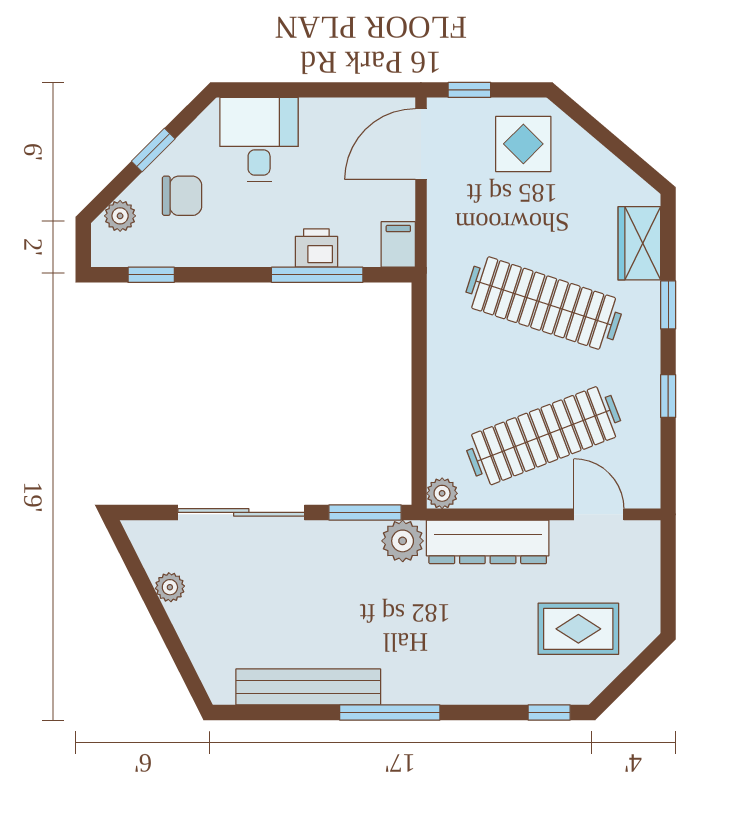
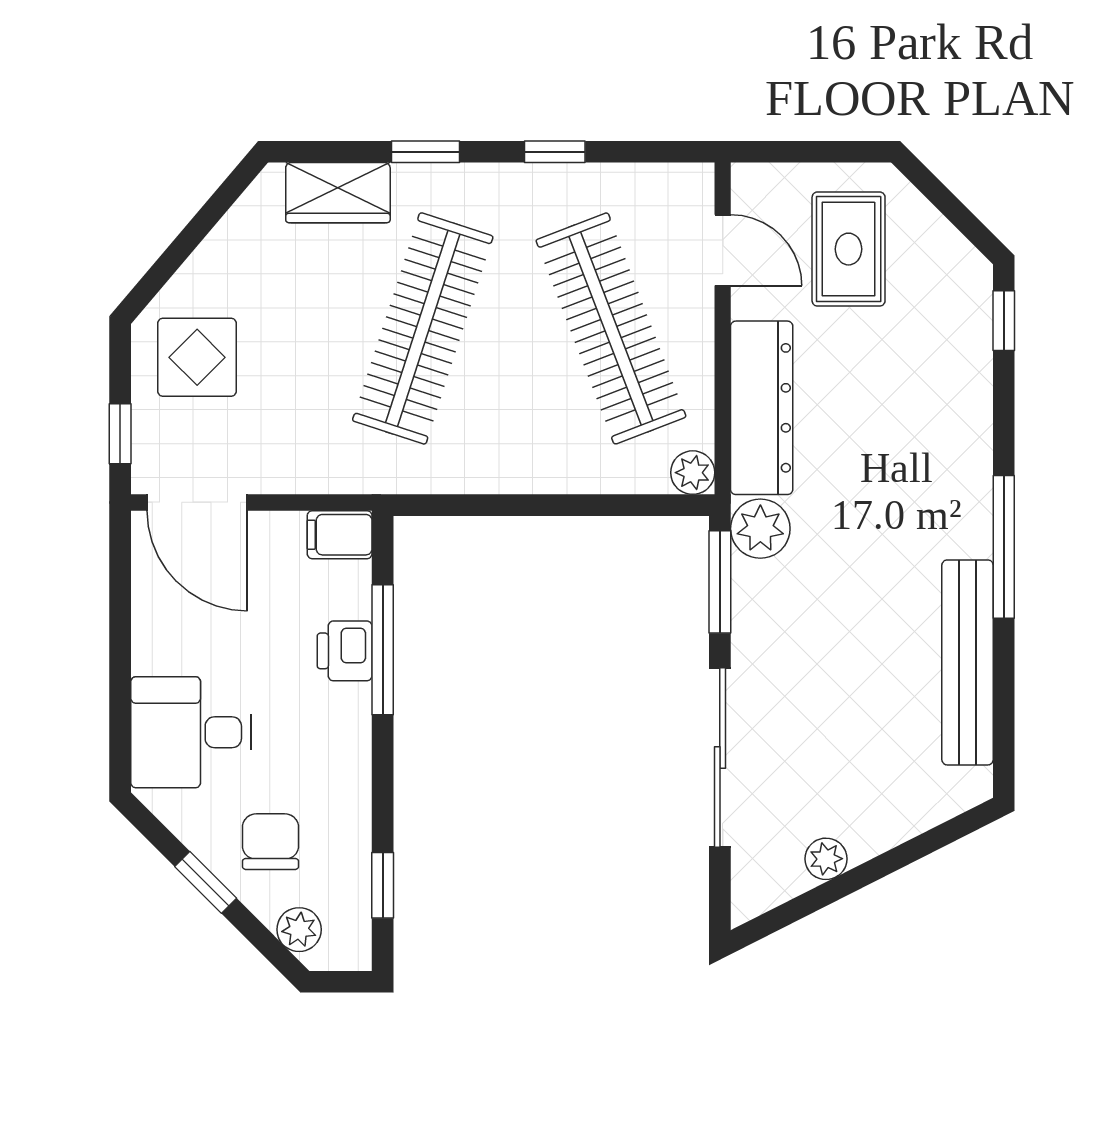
door: (599, 514) -> (723, 250), swing flipped
rug: (578, 629) -> (849, 249), moved

